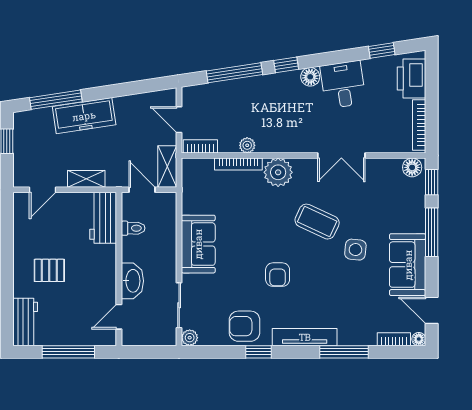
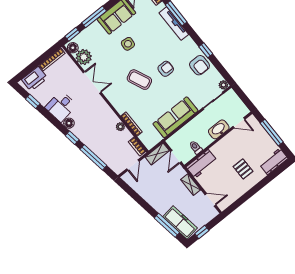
freezer: (84, 116) -> (180, 222), moved
plant: (278, 172) -> (84, 57), moved
coffee table: (317, 222) -> (139, 80), moved, turned -49
sofa: (198, 244) -> (175, 117), width x1.36
tv unit: (305, 337) -> (174, 24), moved

